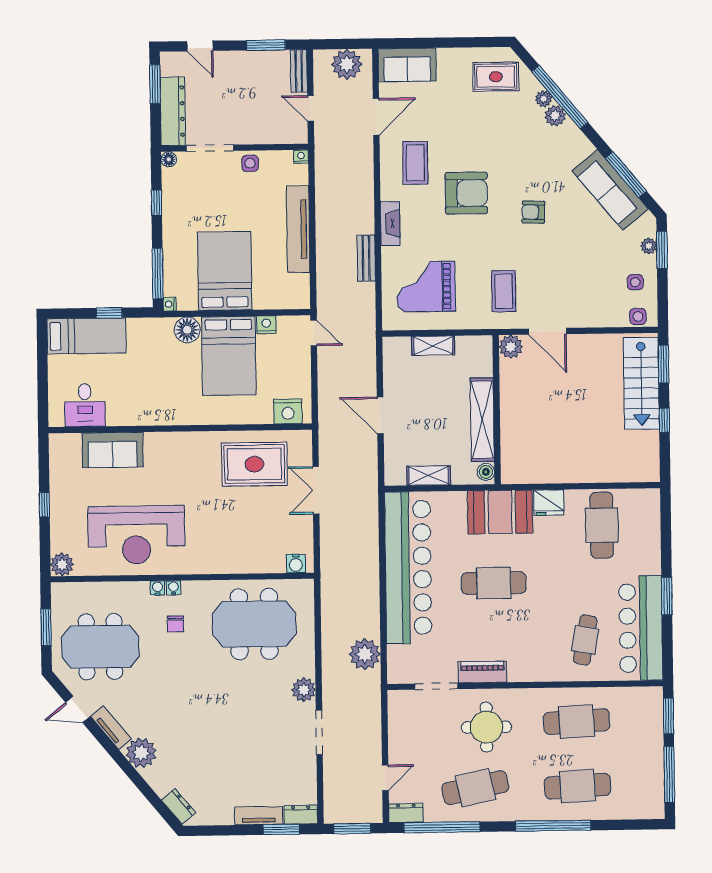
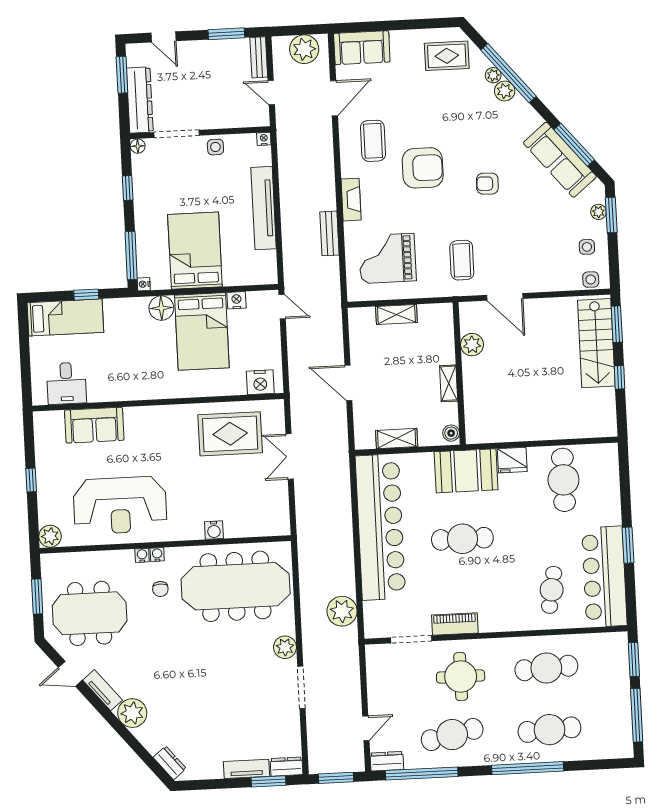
plant: (511, 347) -> (472, 345), moved
shelving: (482, 420) -> (449, 383), width x0.45, depth x0.75
water cooler: (296, 563) -> (214, 530), moved
meeting table: (254, 624) -> (236, 586), width x1.36

